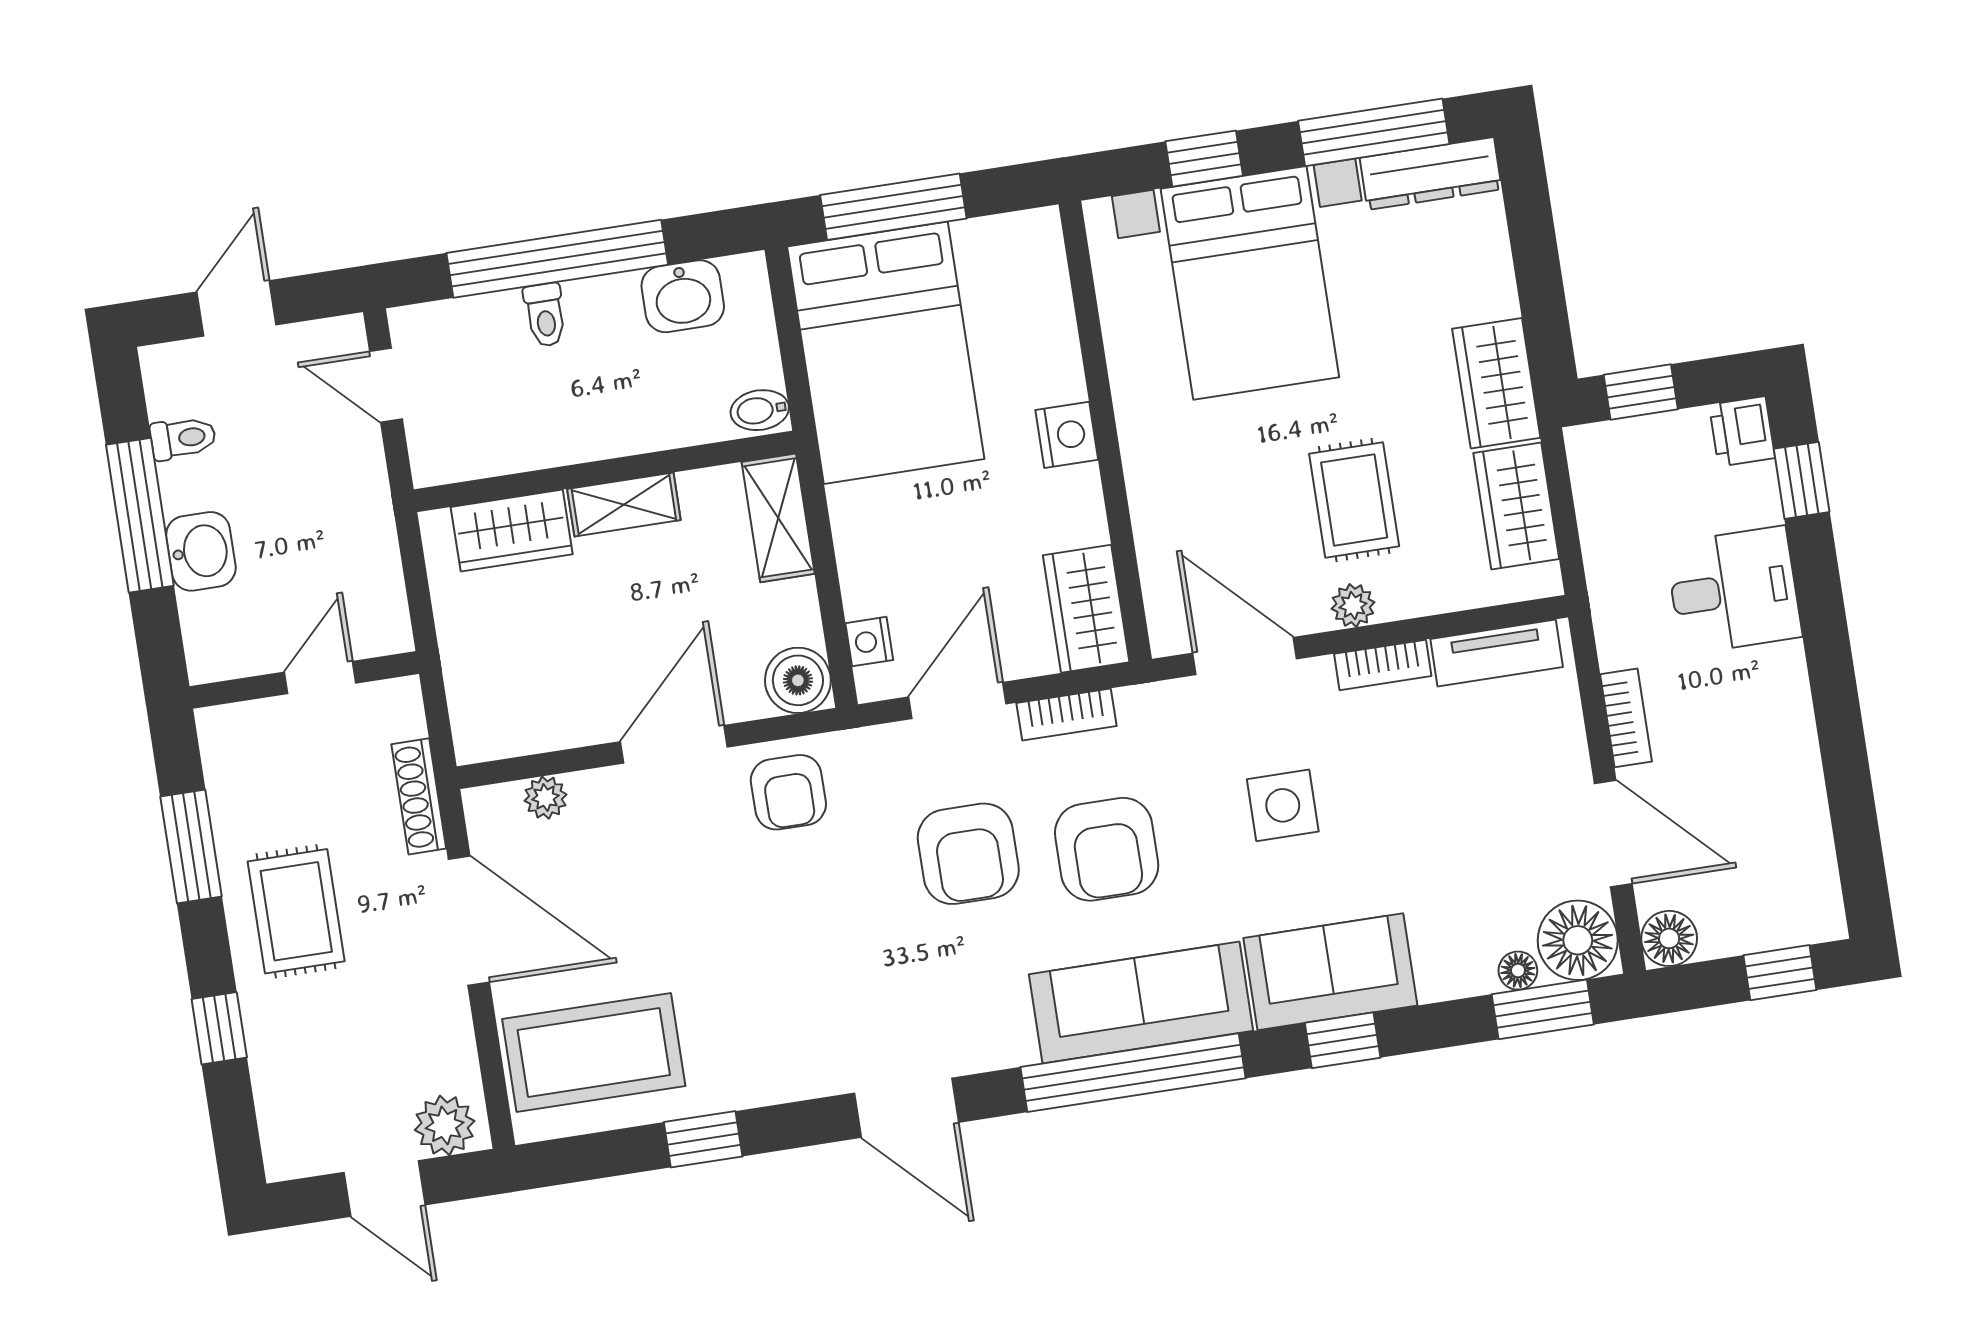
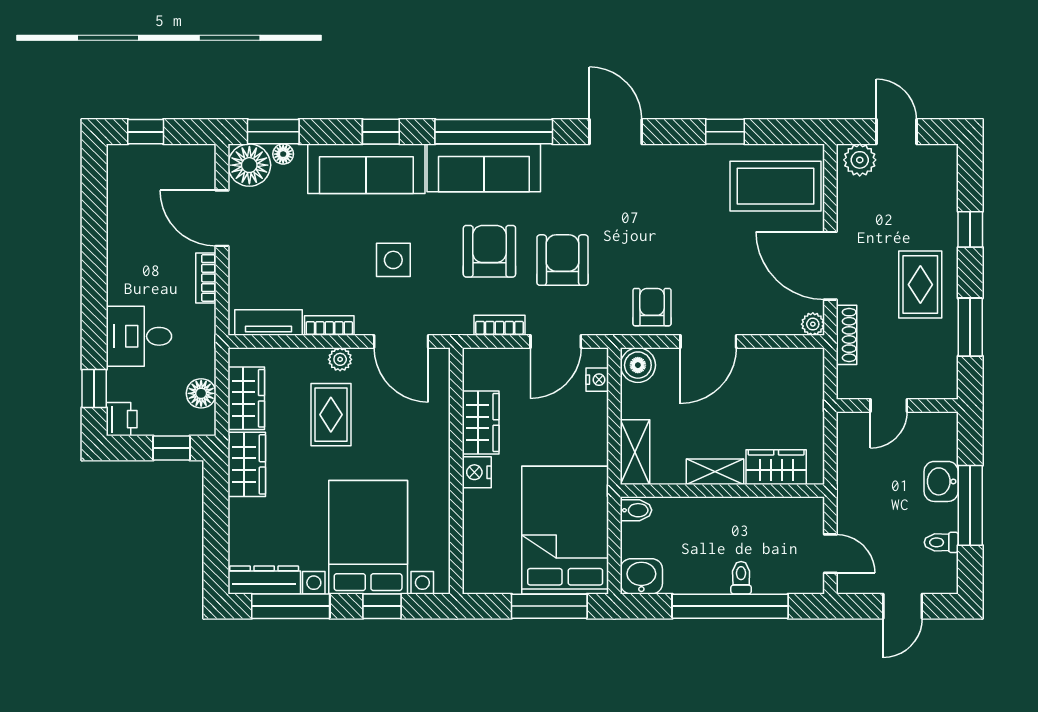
washbasin: (683, 296) -> (641, 576), moved
wardrobe: (1086, 609) -> (481, 422), moved
plant: (545, 798) -> (813, 324), moved
floor lamp: (1669, 938) -> (201, 393), moved
sofa: (1330, 972) -> (366, 169), width x1.36

